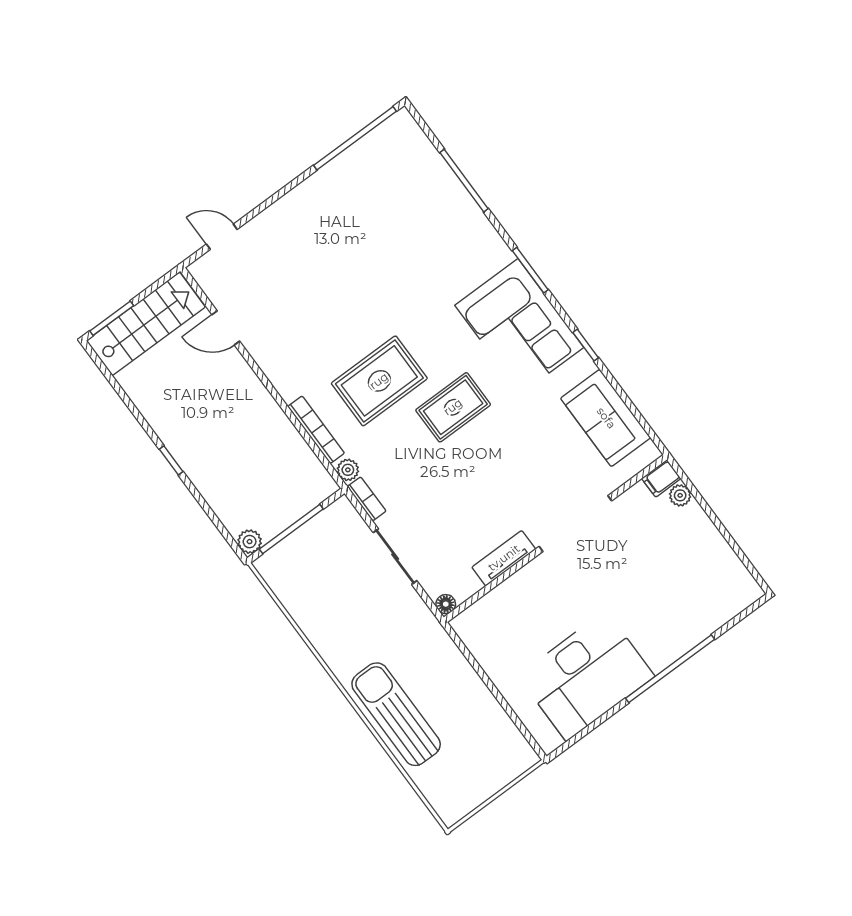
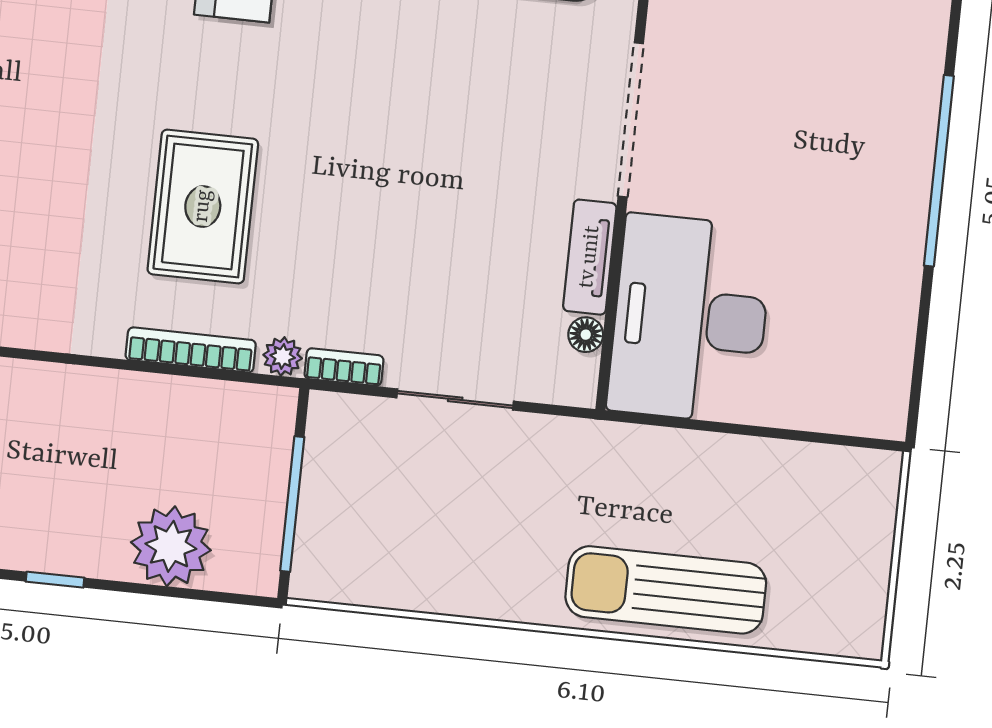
rug: (453, 407) -> (328, 141), removed
plant: (250, 542) -> (171, 546), moved, width x1.87, depth x1.87
floor lamp: (446, 604) -> (586, 335), moved
desk: (586, 676) -> (690, 319), moved, turned 180

